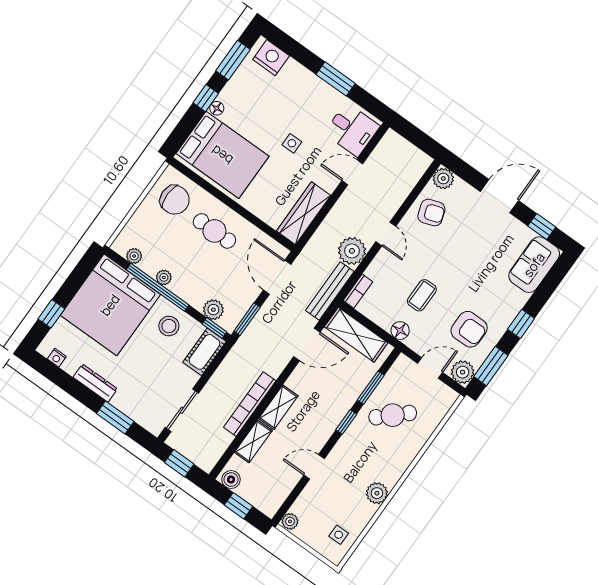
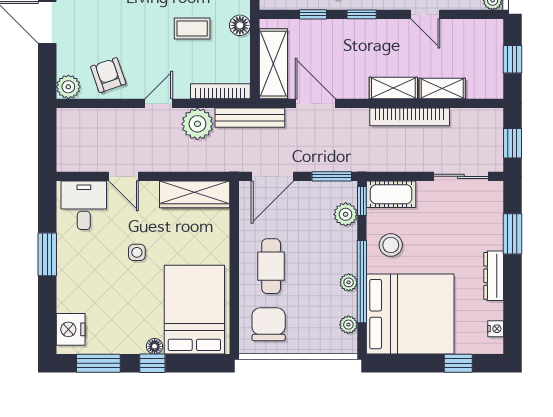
bookcase: (358, 291) -> (220, 91), width x1.56
window: (371, 388) -> (313, 14), width x0.67
boiler: (231, 480) -> (493, 84), removed

